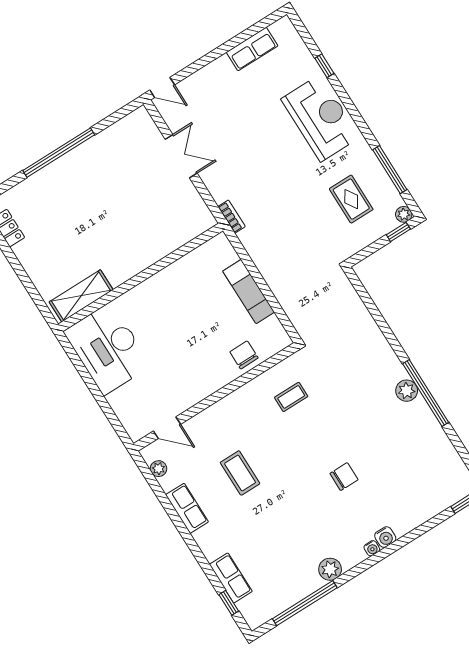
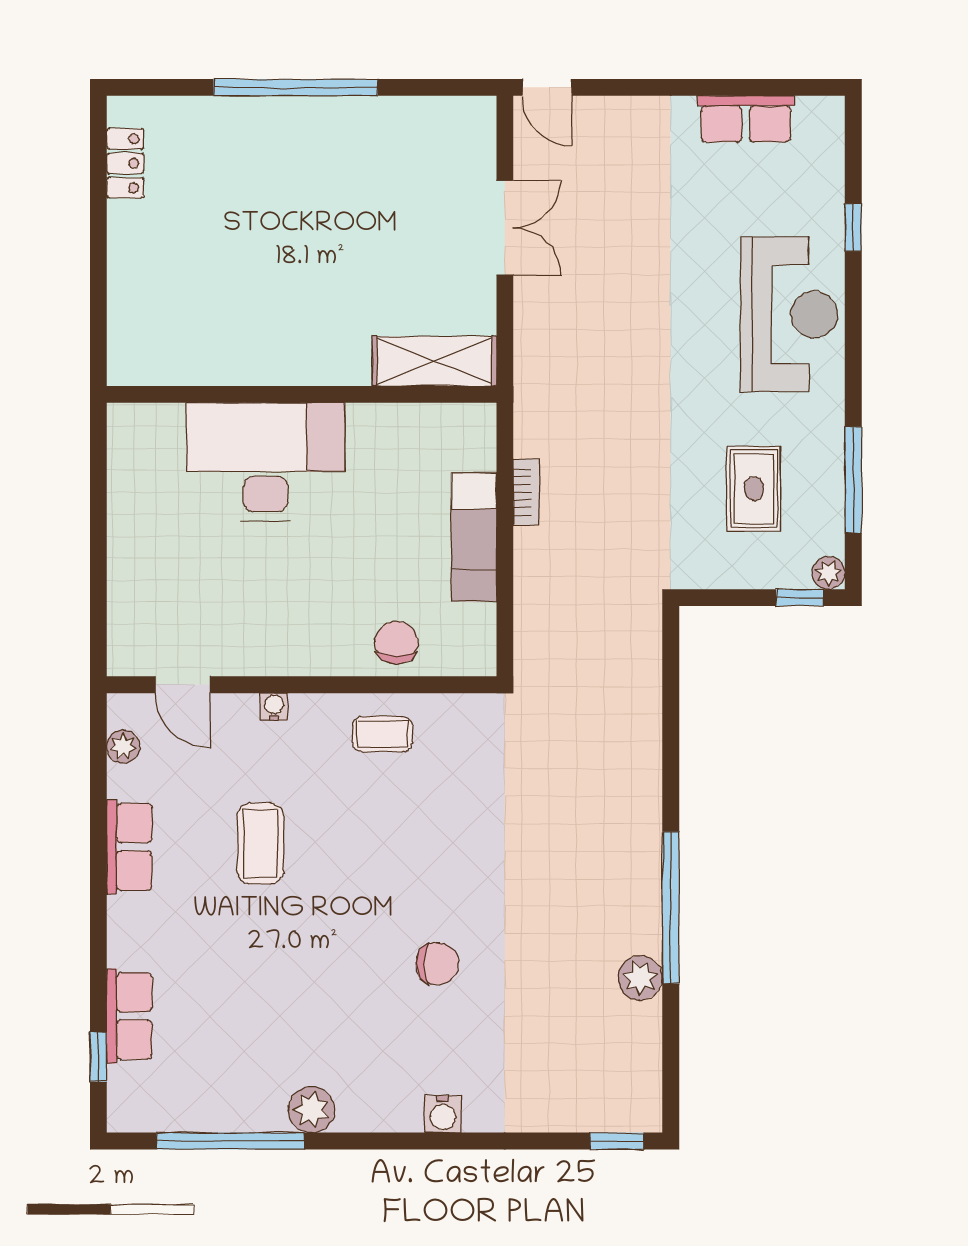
bookcase: (231, 217) -> (526, 492), moved
shelving: (81, 296) -> (434, 361), moved
desk: (107, 349) -> (266, 462), moved, turned 90
plant: (407, 391) -> (640, 978), moved
coffee table: (291, 397) -> (382, 734), moved
water cooler: (372, 548) -> (274, 707), moved, turned 180

